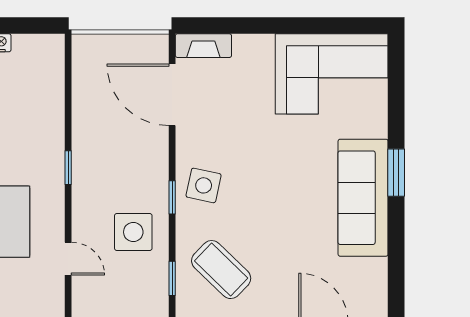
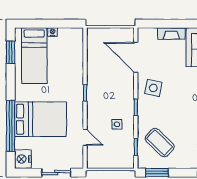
fireplace: (203, 46) -> (171, 33), moved
side table: (204, 185) -> (153, 88), moved
side table: (133, 232) -> (117, 124), width x0.54, depth x0.54

